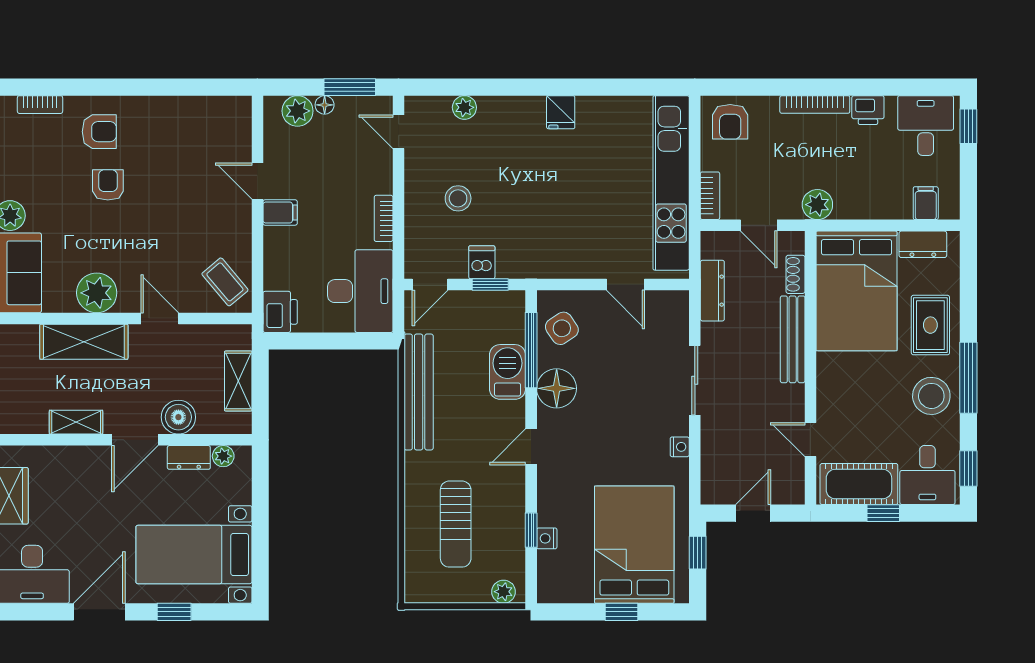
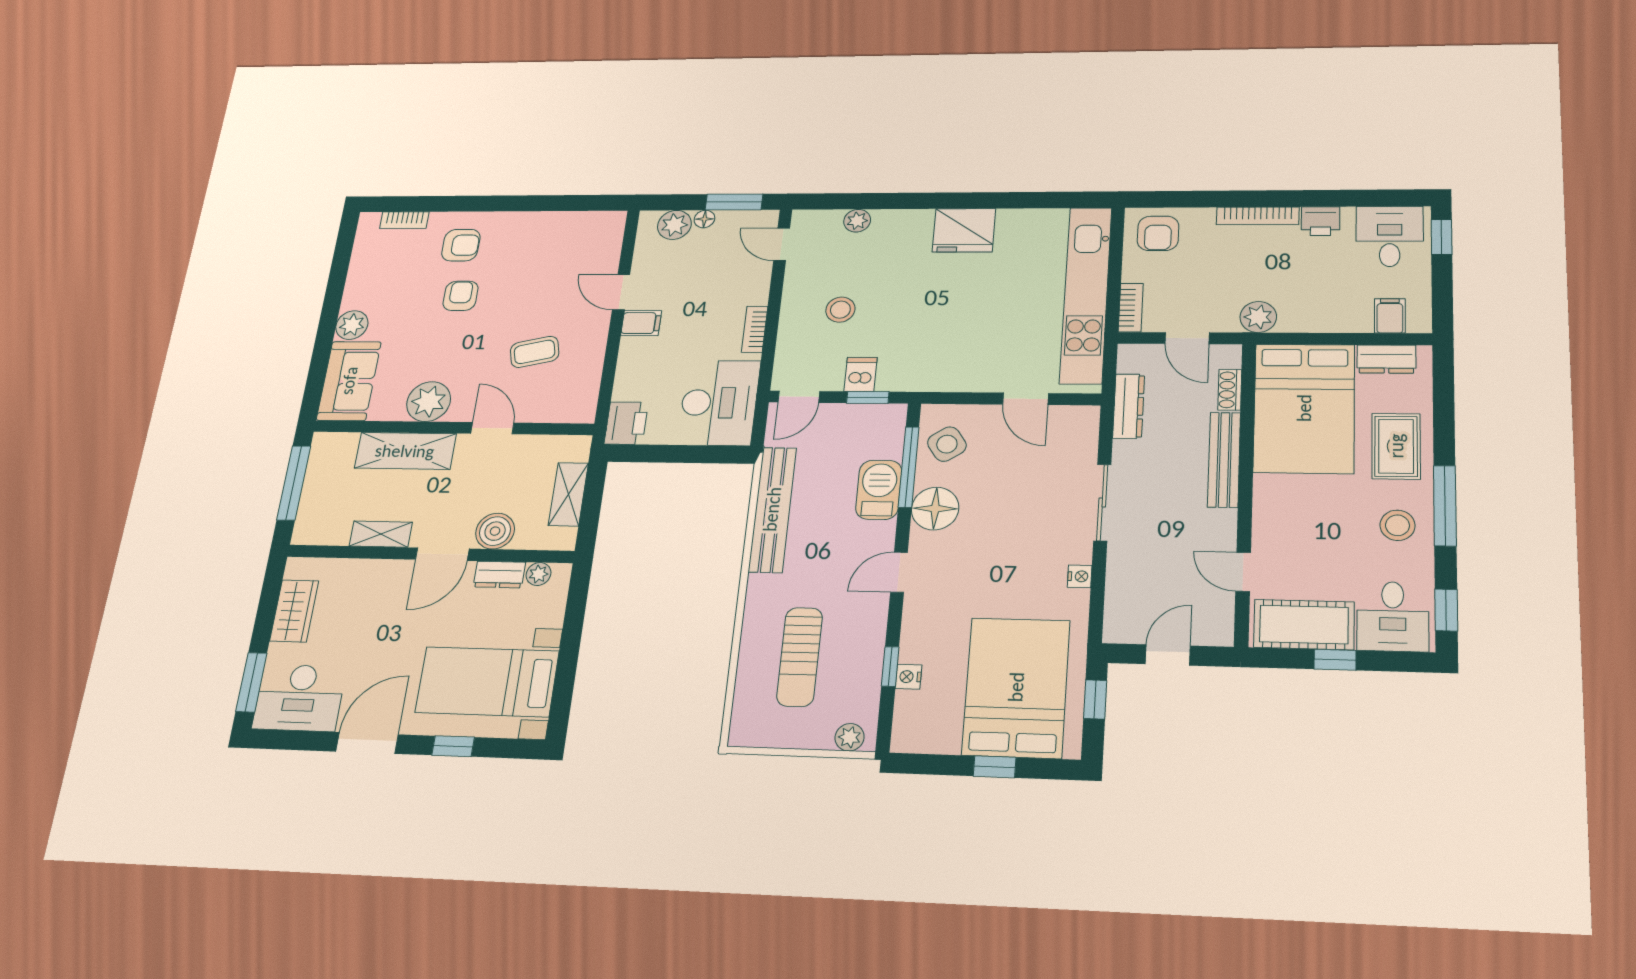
fridge: (561, 112) -> (964, 230), width x1.88, depth x1.34
coffee table: (225, 282) -> (535, 352), moved, turned -63
stool: (931, 396) -> (1397, 525), width x0.73, depth x0.73

